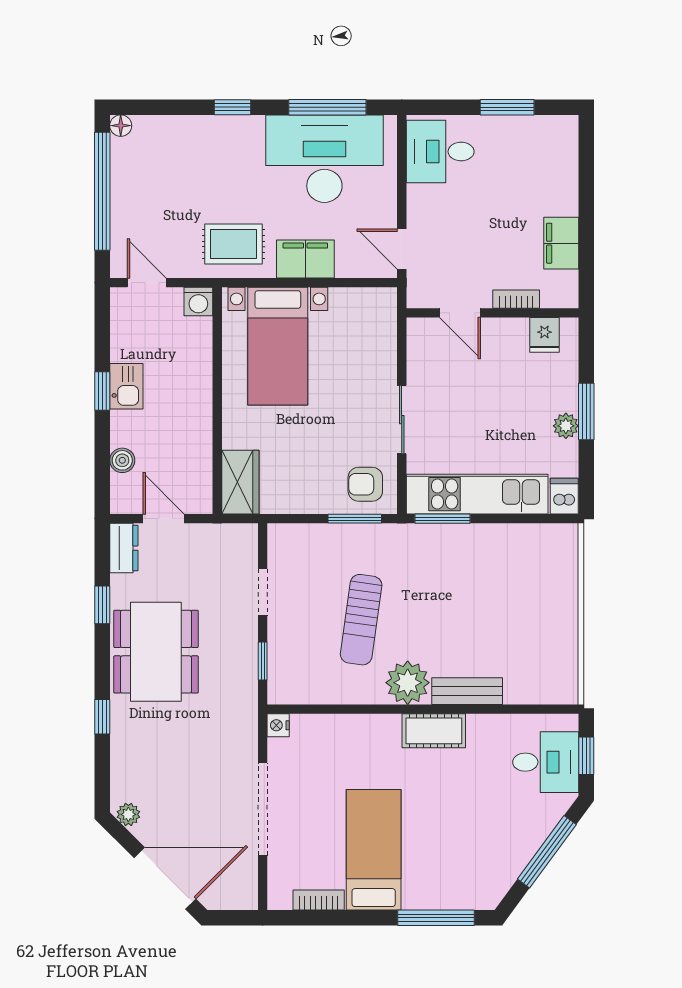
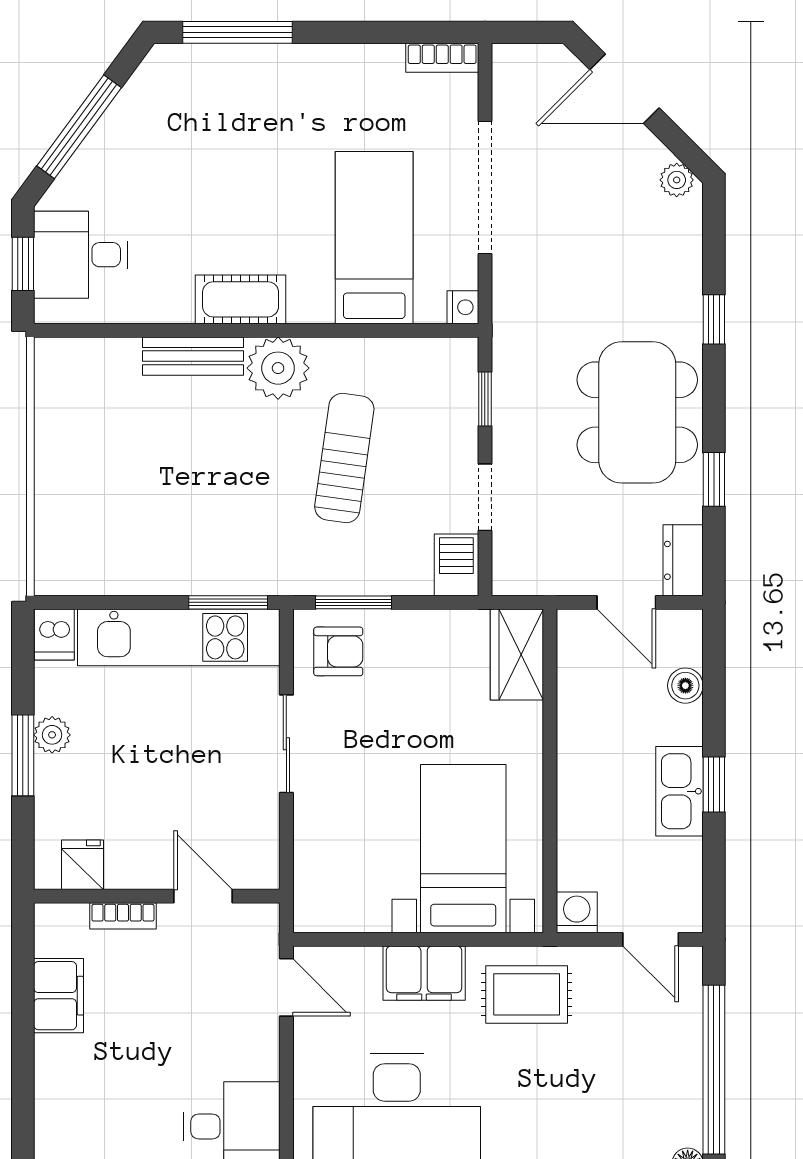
kitchen sink: (126, 386) -> (679, 791), width x1.38
barbecue: (283, 545) -> (456, 565), added
bed: (374, 850) -> (374, 238), moved, turned 180
door: (165, 878) -> (624, 89), width x0.73
bookcase: (319, 900) -> (442, 58), moved

